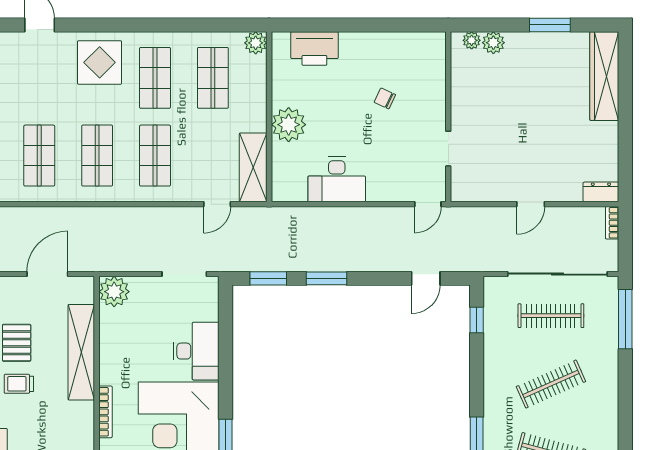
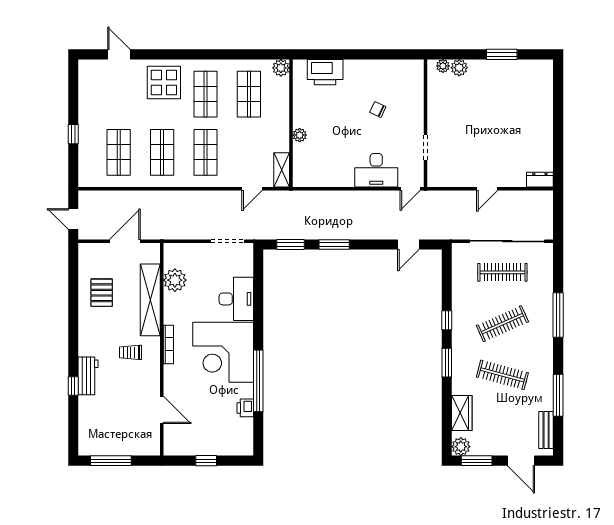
wardrobe: (604, 76) -> (542, 93), removed
plant: (289, 125) -> (300, 135), width x0.53, depth x0.53
shelving: (253, 167) -> (282, 170), width x0.67, depth x0.75
desk: (337, 179) -> (376, 170), moved
bookcase: (612, 223) -> (548, 203), removed
plant: (114, 292) -> (175, 280), moved
window: (625, 319) -> (558, 315), moved
window: (477, 320) -> (447, 320), moved
trolley: (19, 384) -> (131, 352), moved

